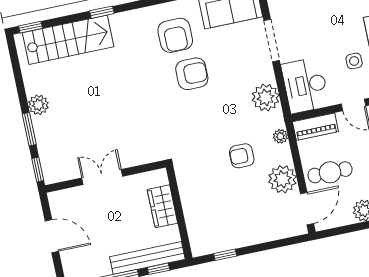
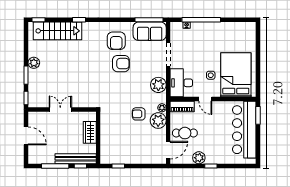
plant: (282, 179) -> (158, 121), moved

